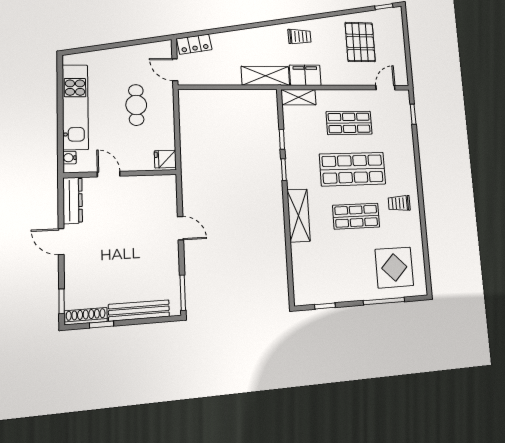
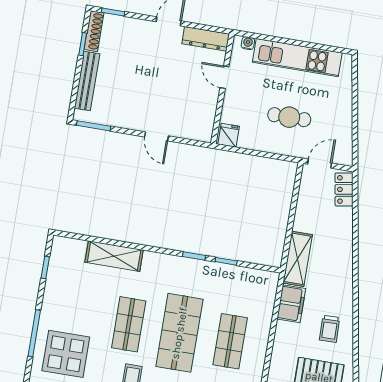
trolley: (299, 36) -> (330, 329), moved
shelving: (299, 97) -> (268, 290), removed
door: (109, 174) -> (224, 77), swing flipped
shelving: (299, 215) -> (114, 256), moved
door: (181, 228) -> (157, 136), hinge flipped

